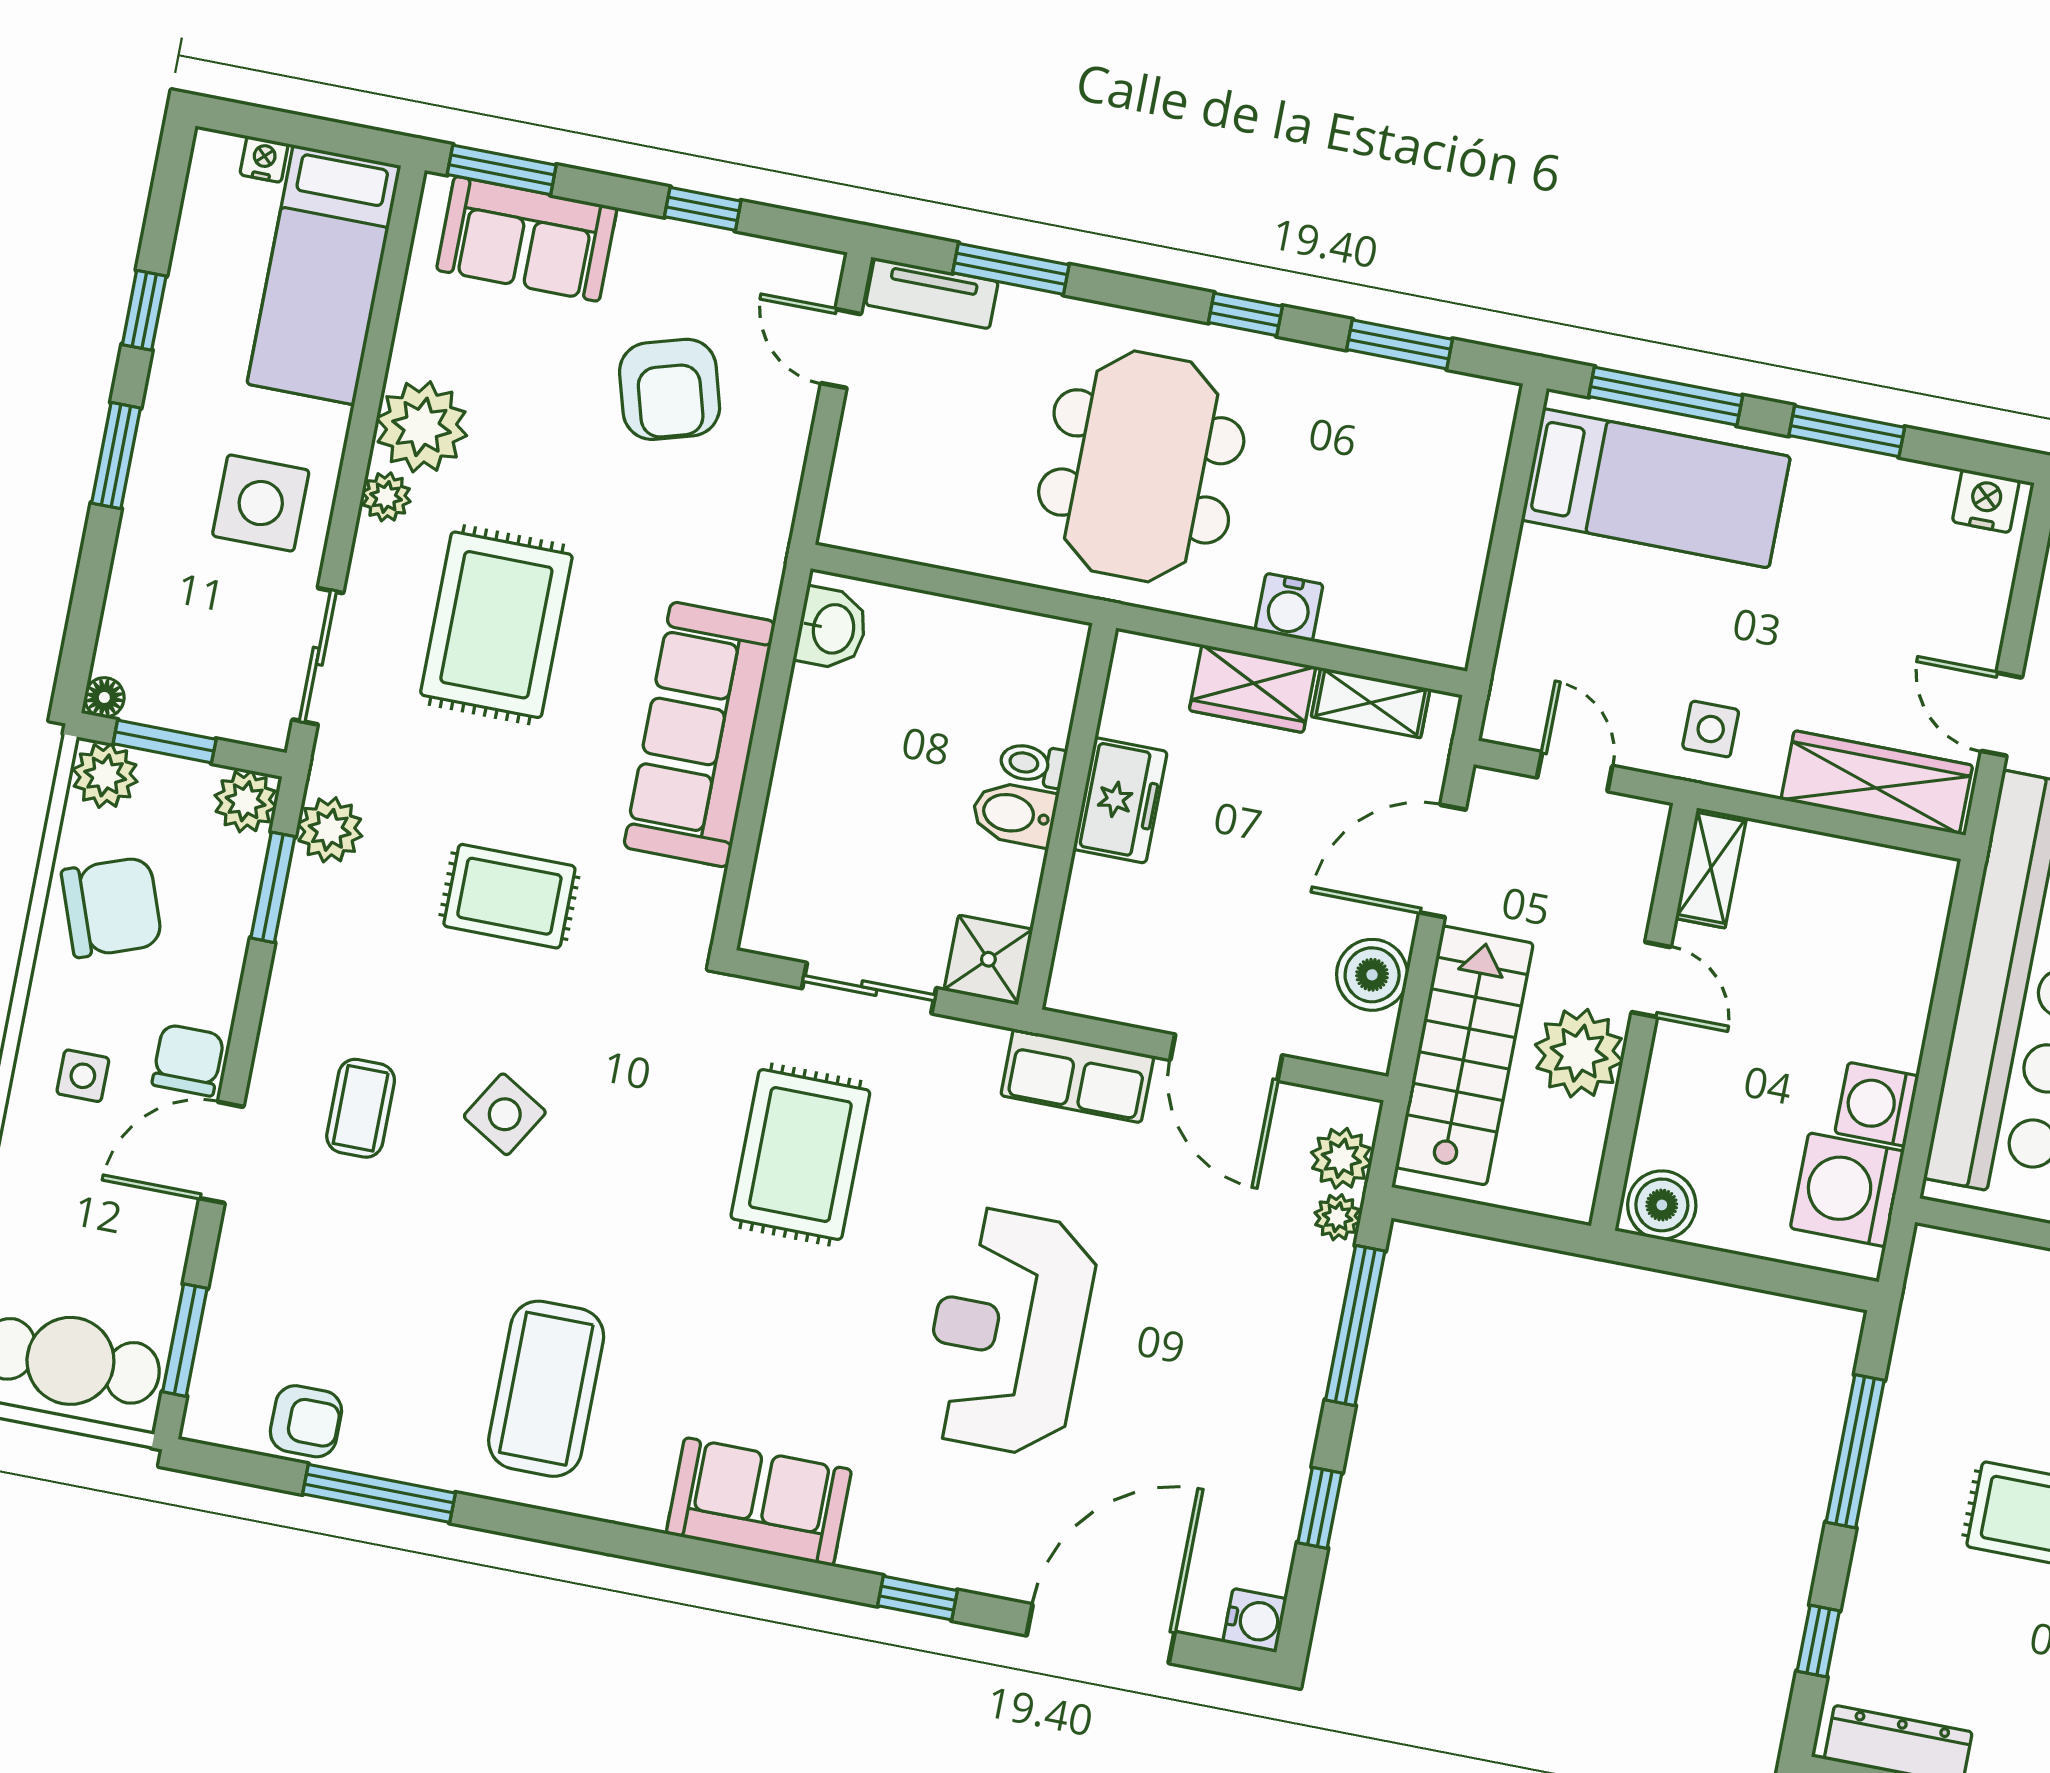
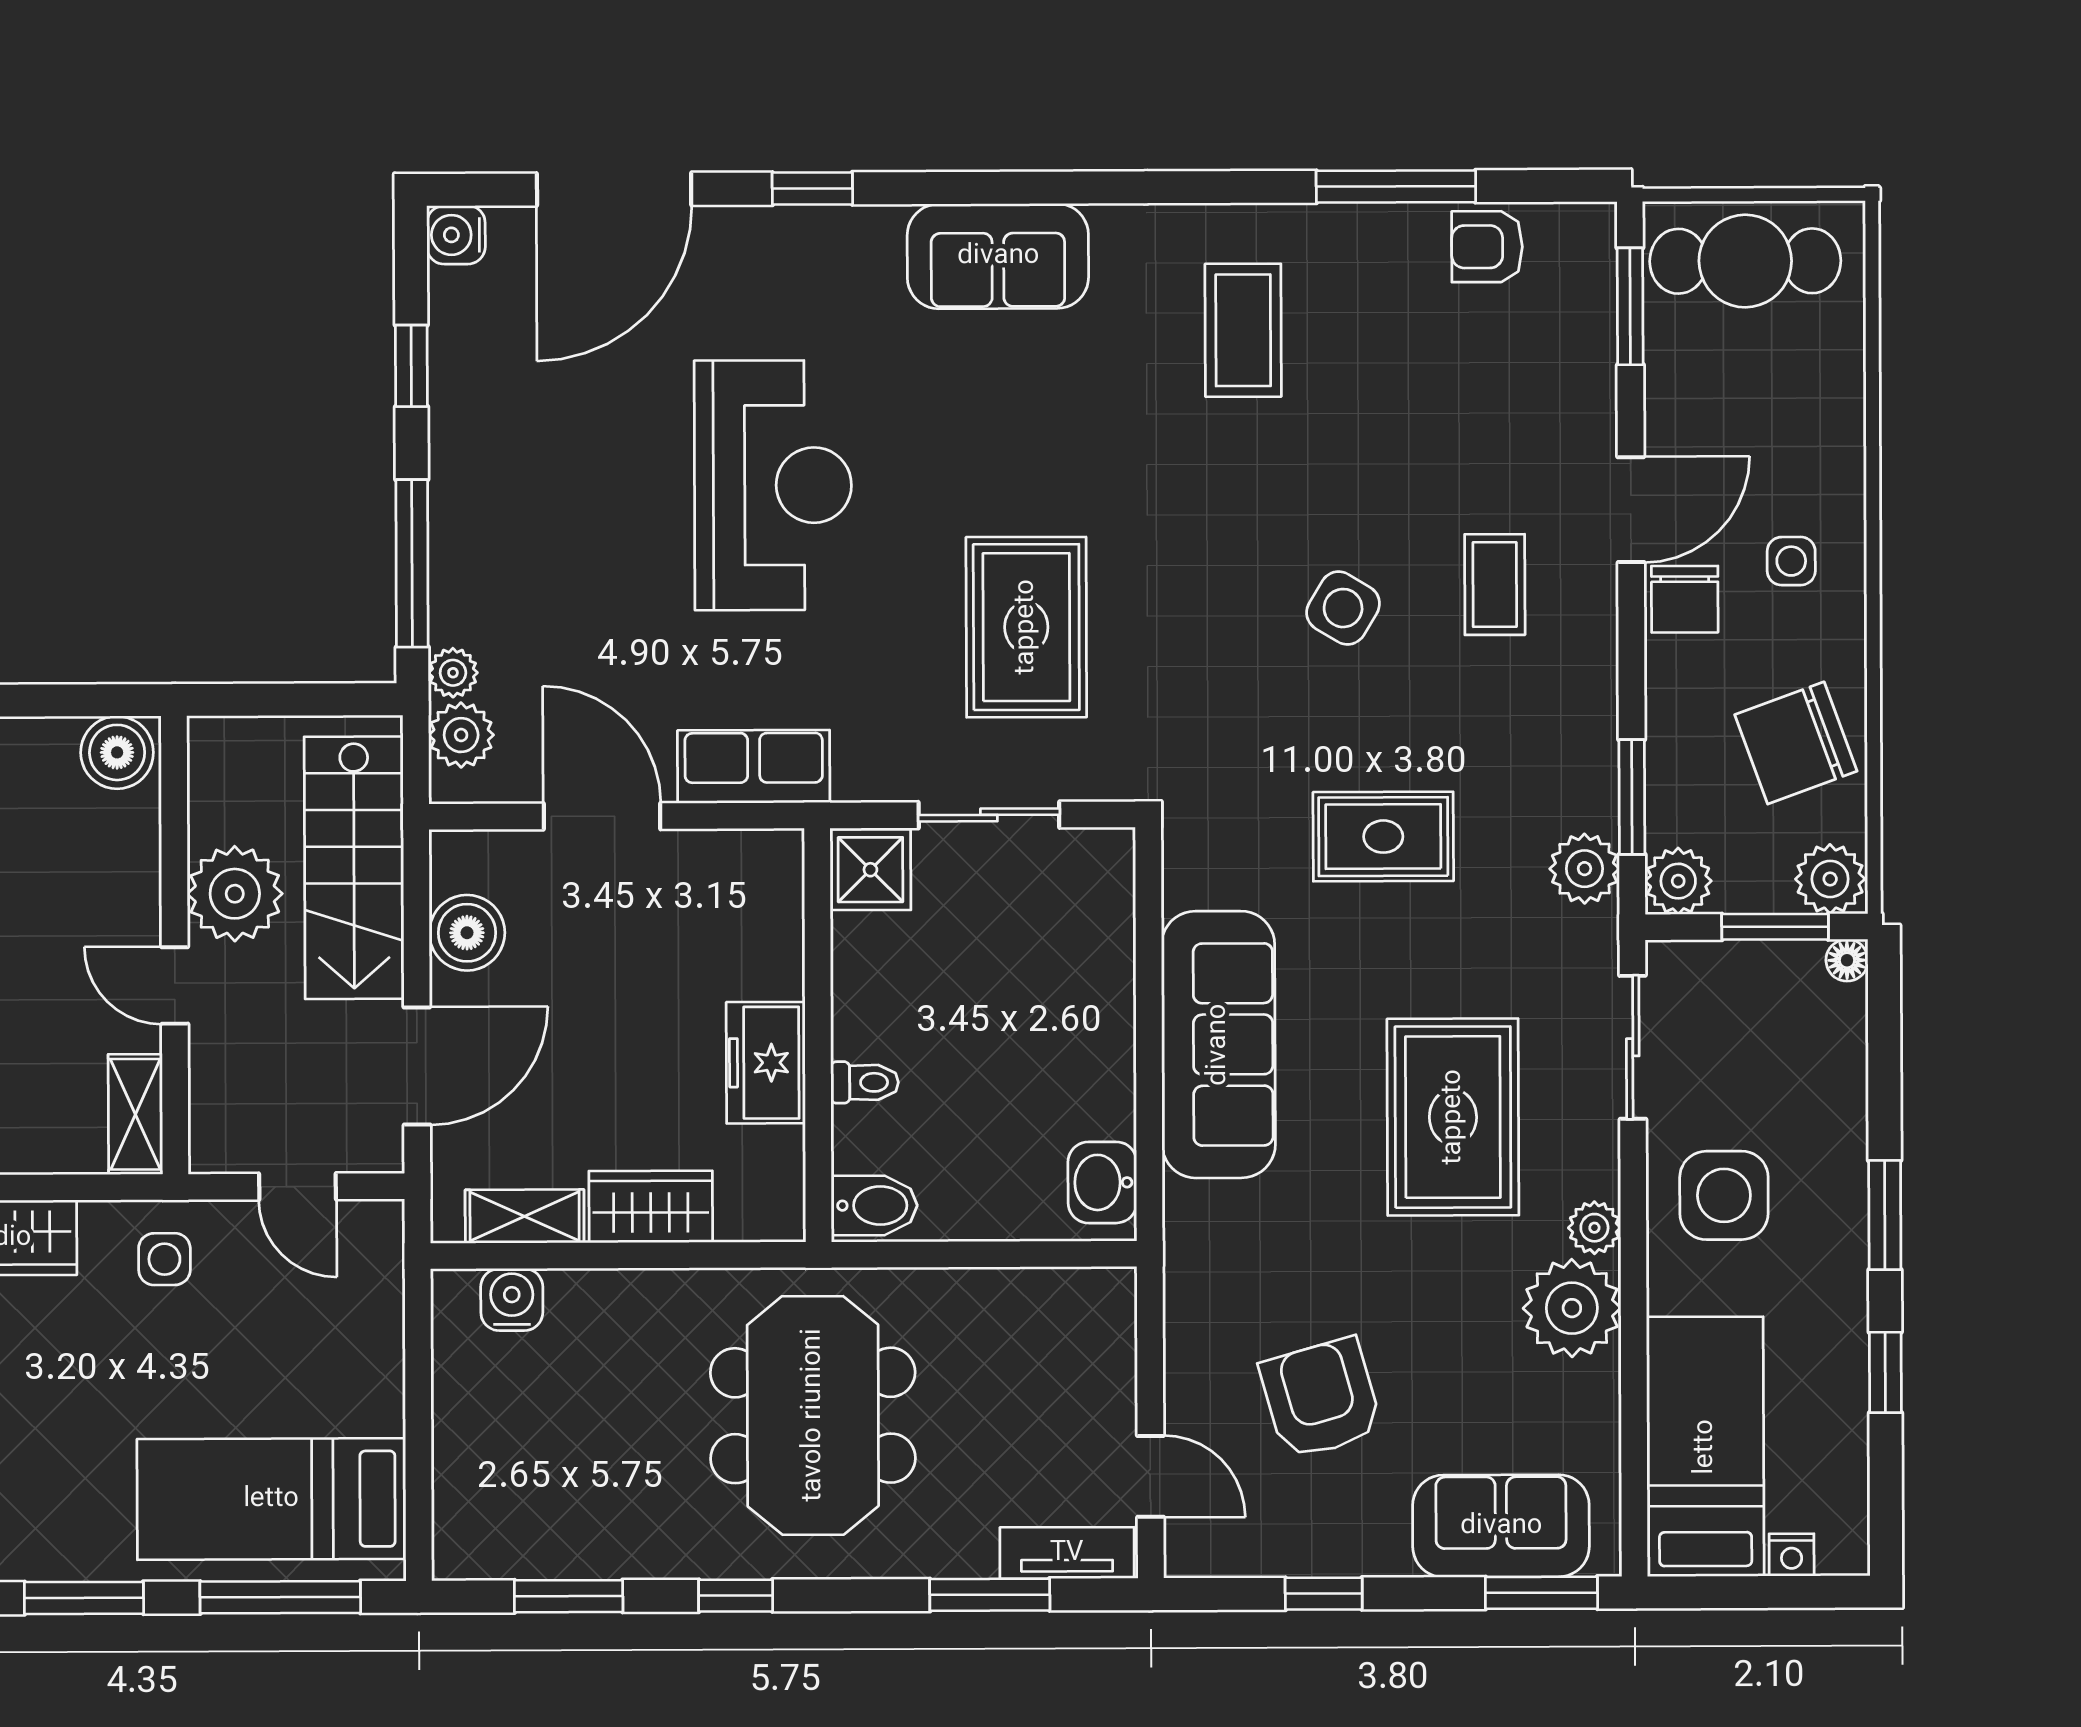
water cooler: (1289, 607) -> (512, 1300), moved
bidet: (1014, 814) -> (874, 1205), moved
coffee table: (546, 1389) -> (1243, 330), width x0.73, depth x0.76

